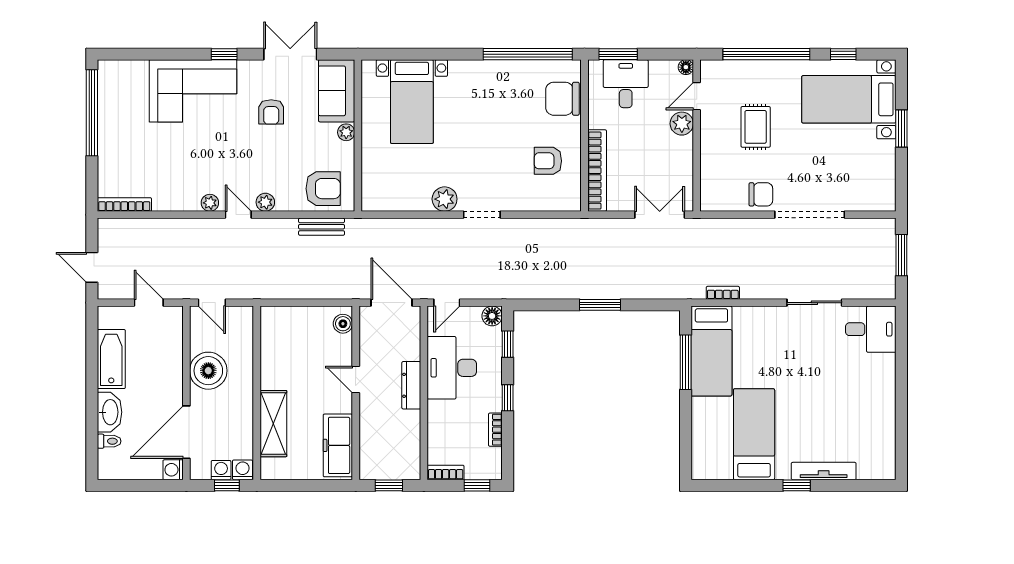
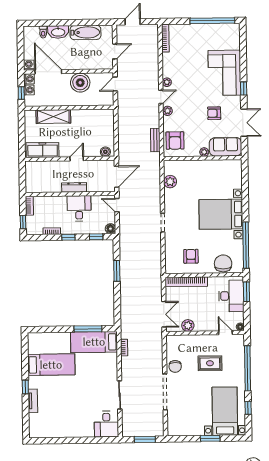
desk: (626, 84) -> (231, 296), width x1.37
bed with nightstands: (412, 102) -> (221, 214), moved, width x1.36
plant: (682, 124) -> (188, 325), moved
plant: (445, 199) -> (170, 182), moved
window: (600, 305) -> (117, 271), moved
desk: (452, 368) -> (79, 208), width x0.73
washing machine: (243, 470) -> (29, 79), moved
tv unit: (824, 471) -> (33, 401), width x0.71
window: (389, 485) -> (22, 177), removed

